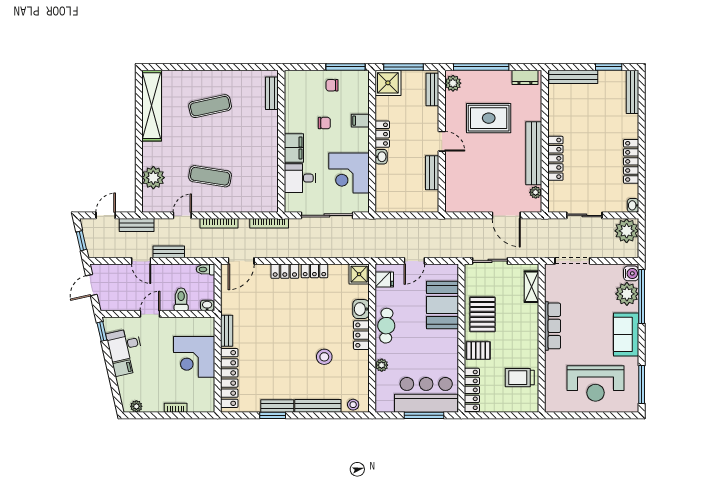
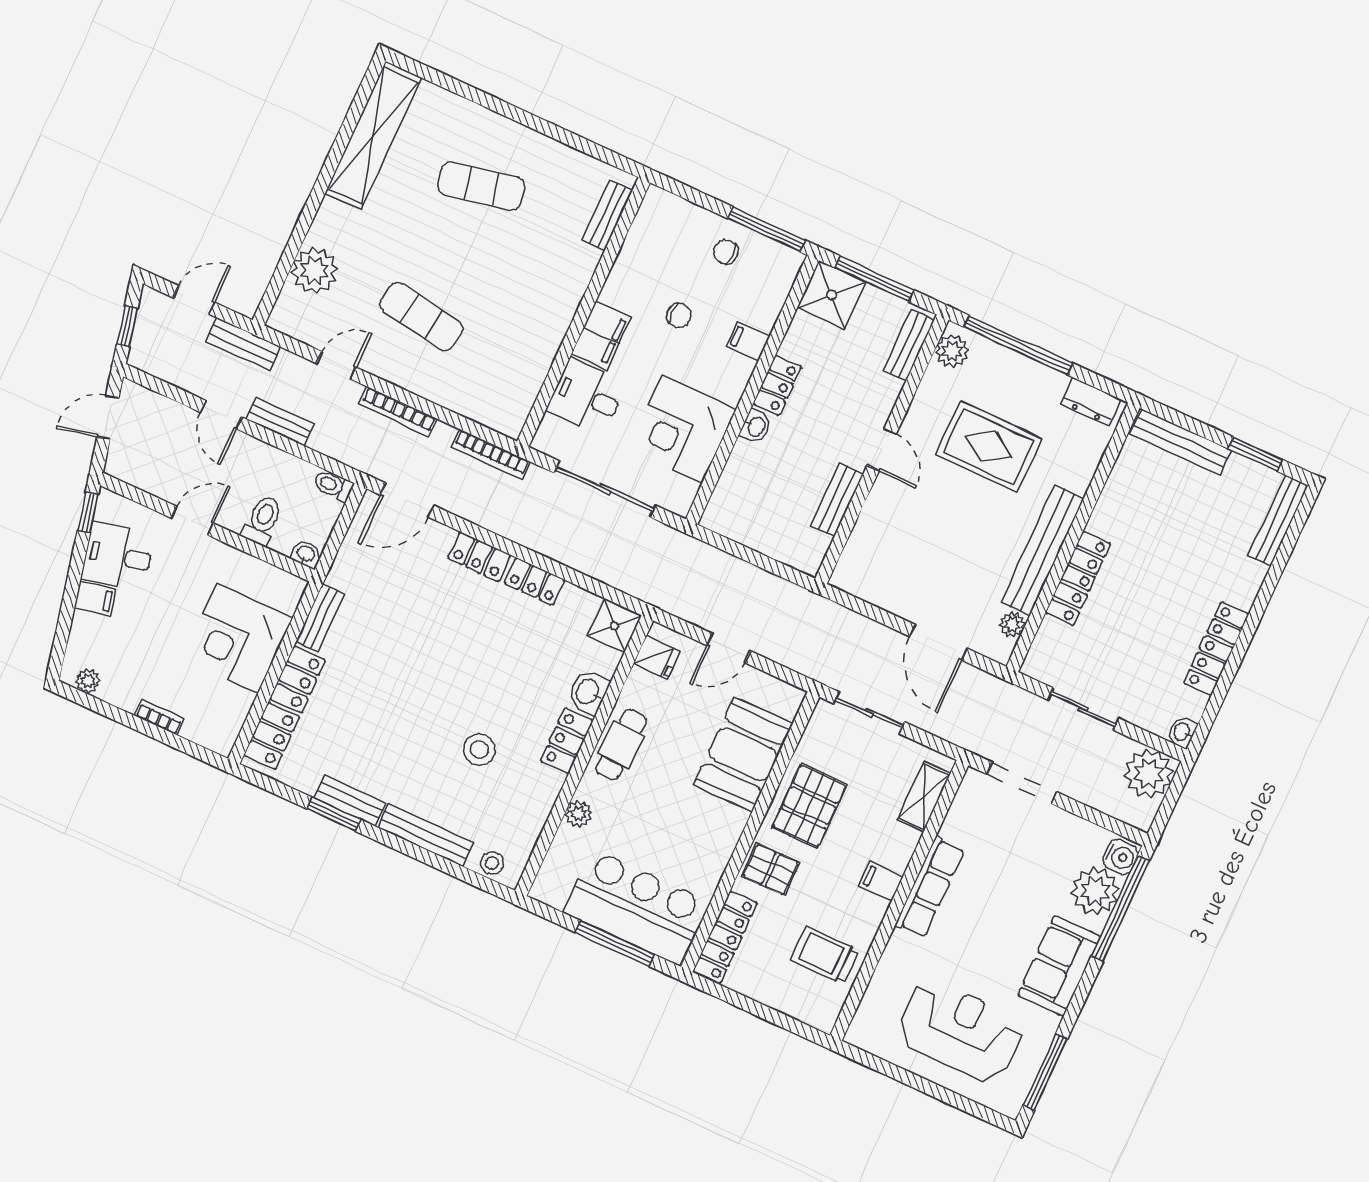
filing cabinet: (530, 333) -> (881, 881), added
reception desk: (596, 383) -> (960, 1031), turned 180

